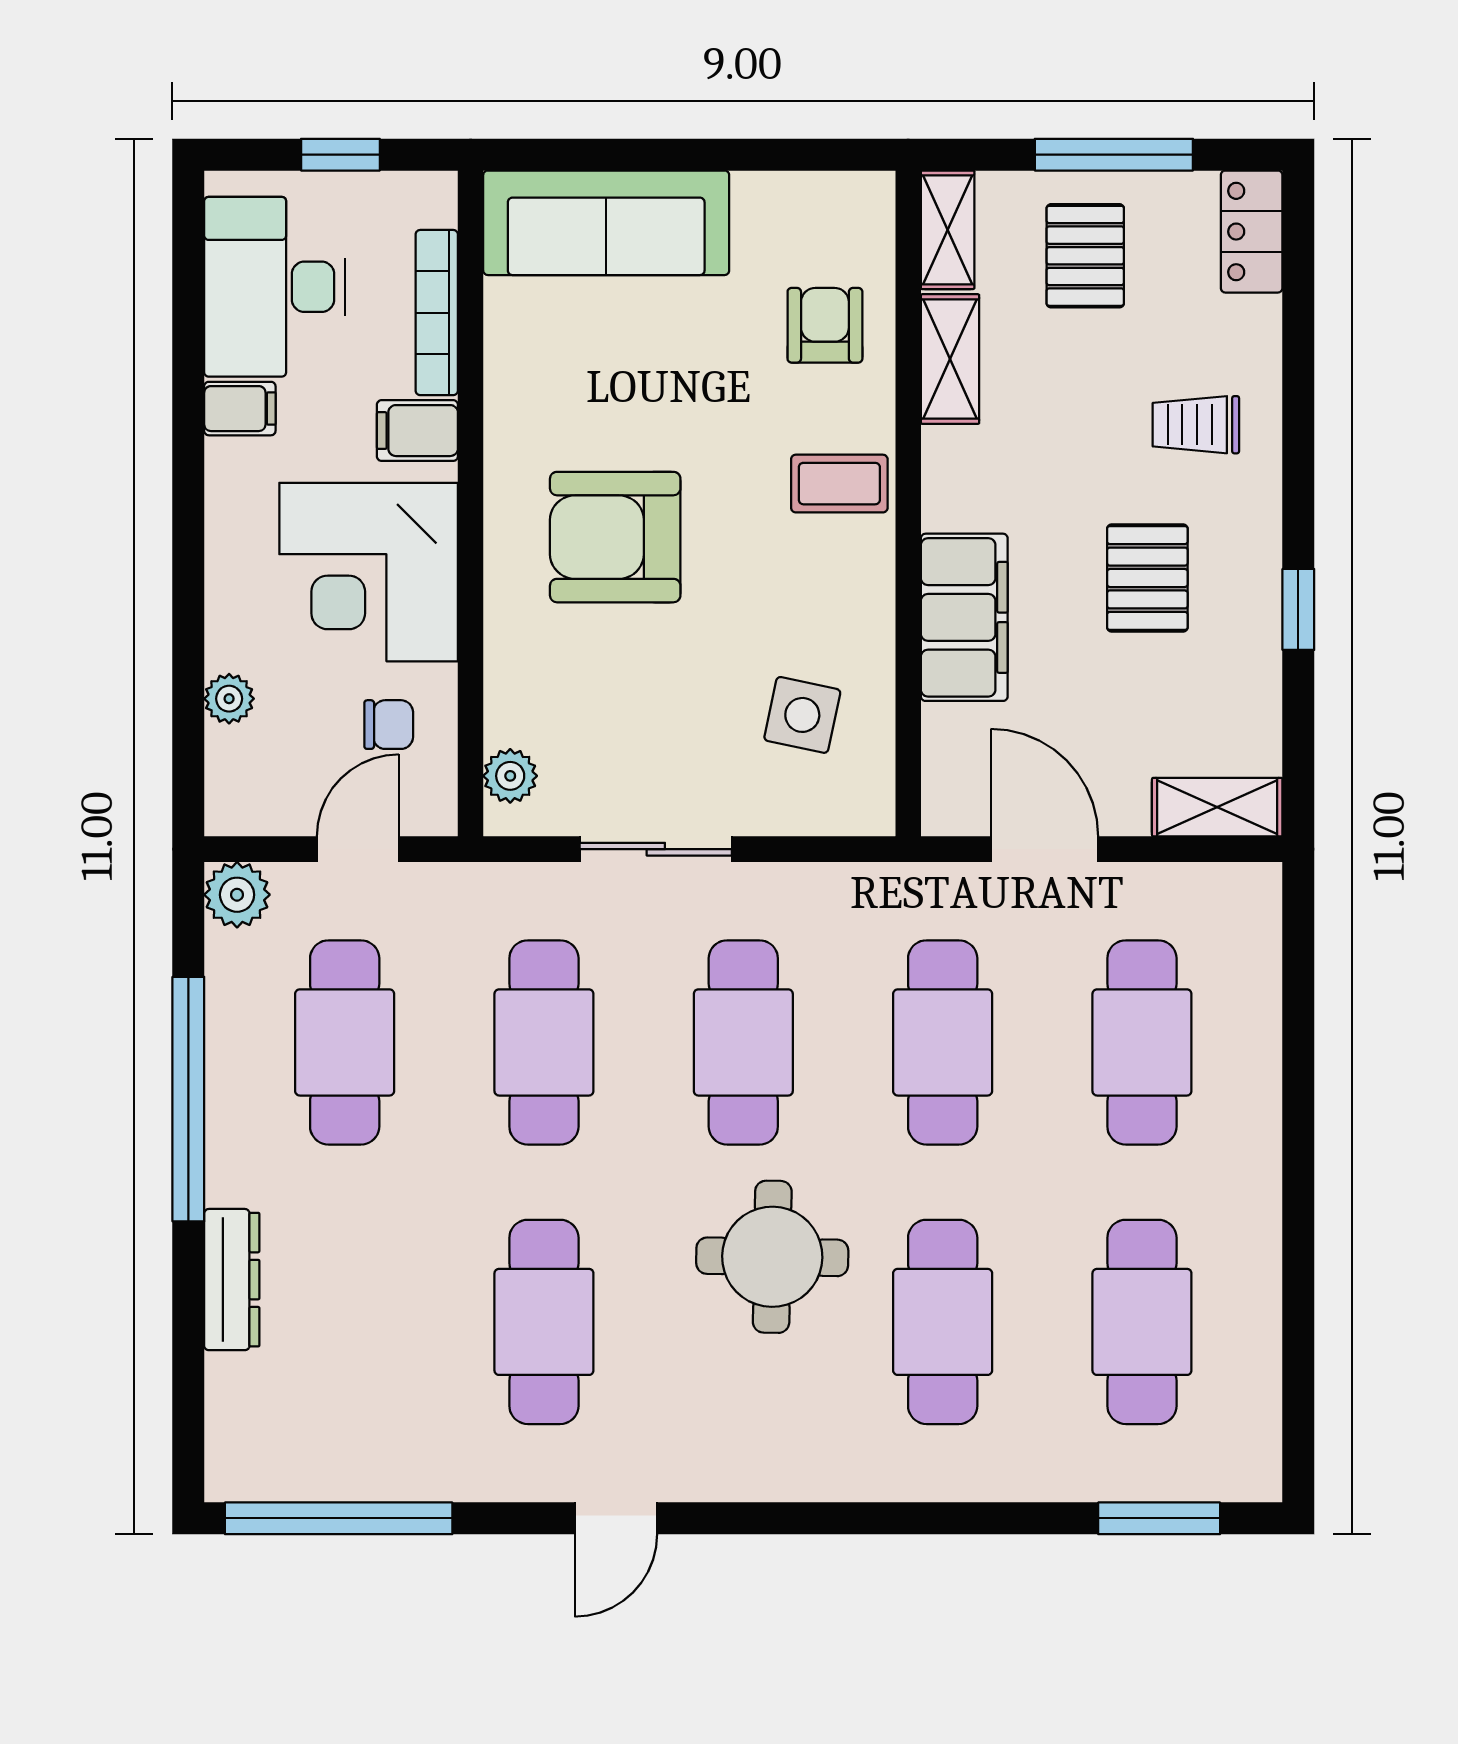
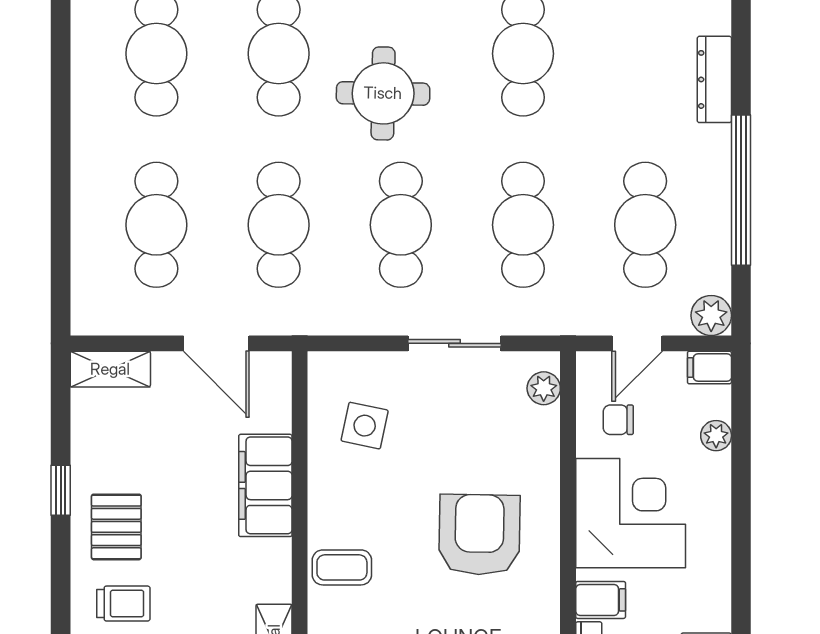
filing cabinet: (240, 409) -> (709, 367), moved
armchair: (615, 537) -> (479, 535), turned -89
pallet: (1147, 578) -> (116, 527), moved

